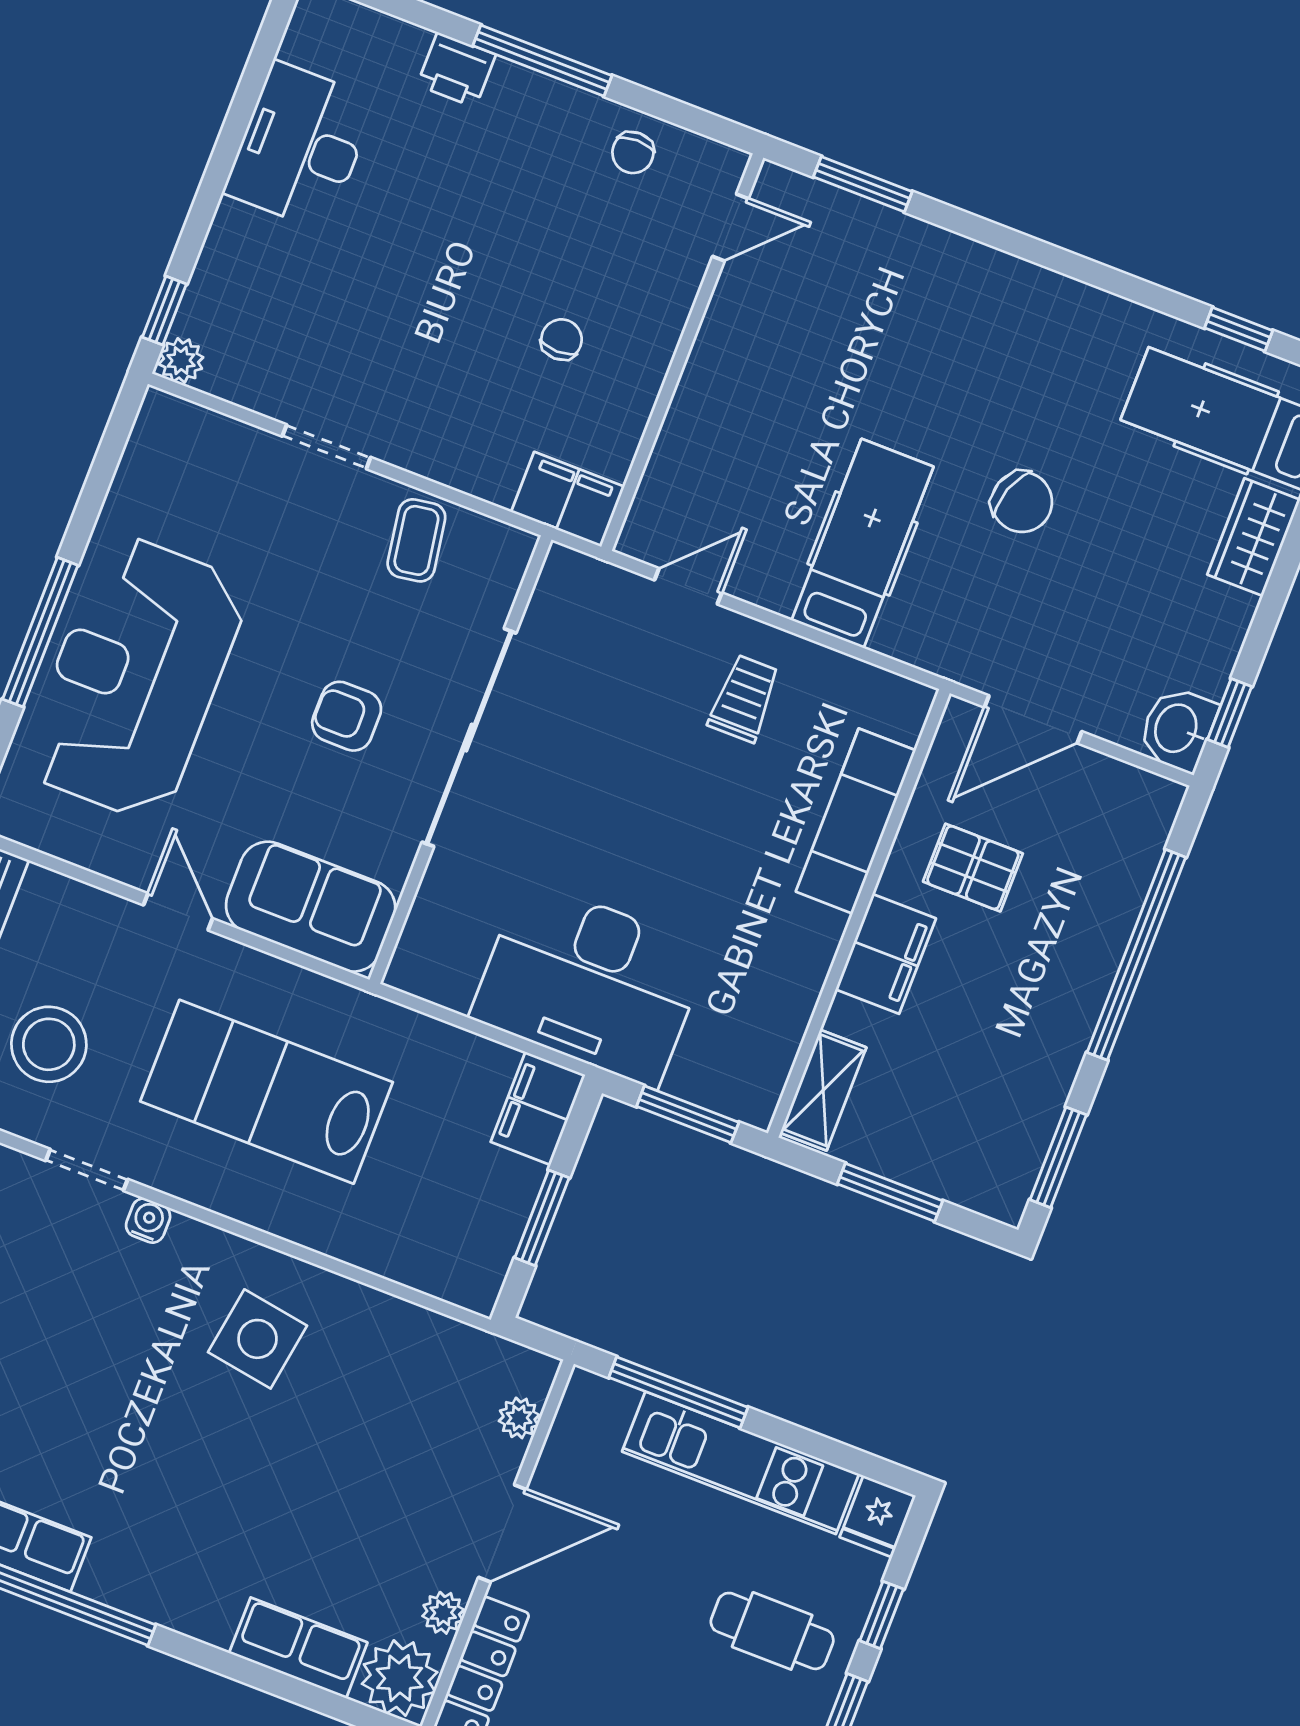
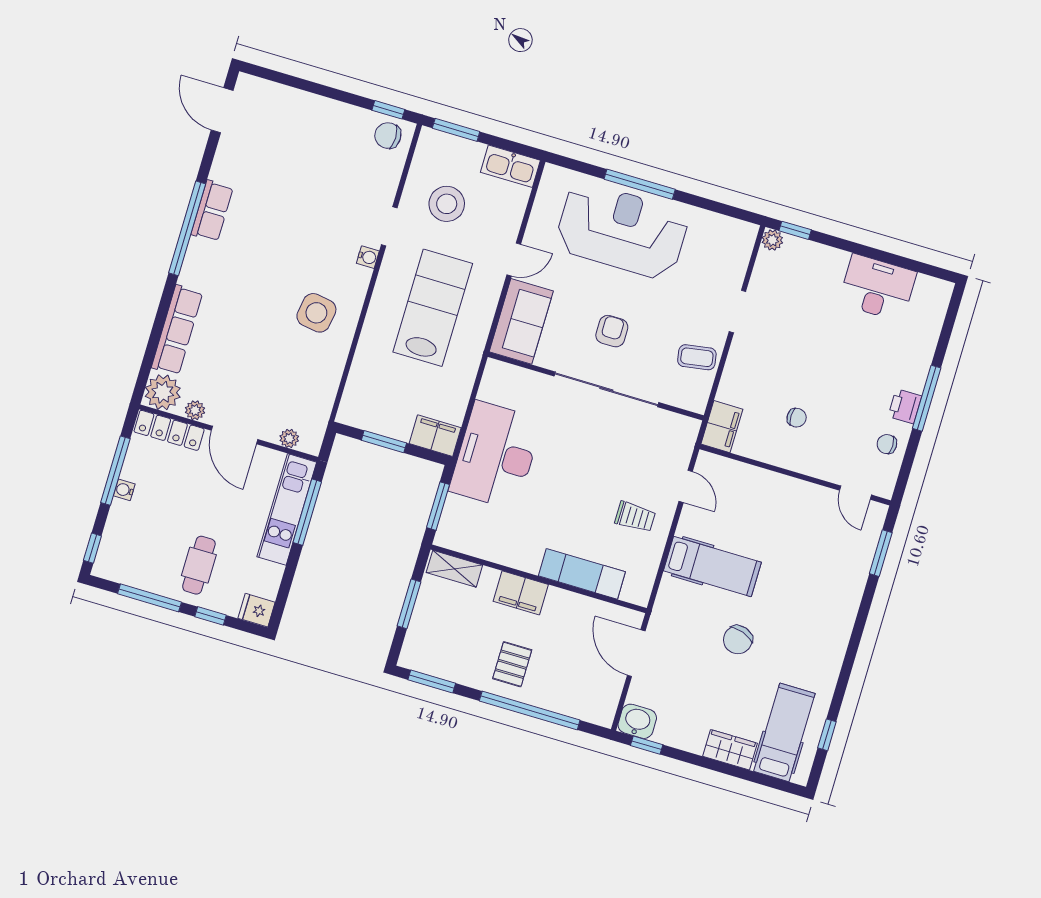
printer: (456, 70) -> (905, 406), moved
pallet: (973, 868) -> (512, 664), moved
kitchen unit: (741, 1463) -> (287, 509), moved
row of seats: (298, 1648) -> (177, 330), width x1.48

